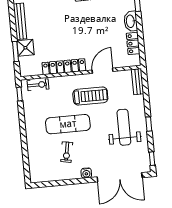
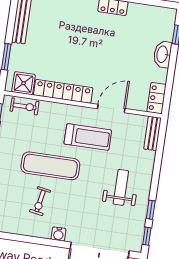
locker: (133, 43) -> (157, 98), moved
shower: (25, 48) -> (24, 83), moved
window: (149, 124) -> (151, 210), moved
weight bench: (124, 127) -> (121, 187), width x0.73, depth x0.75

